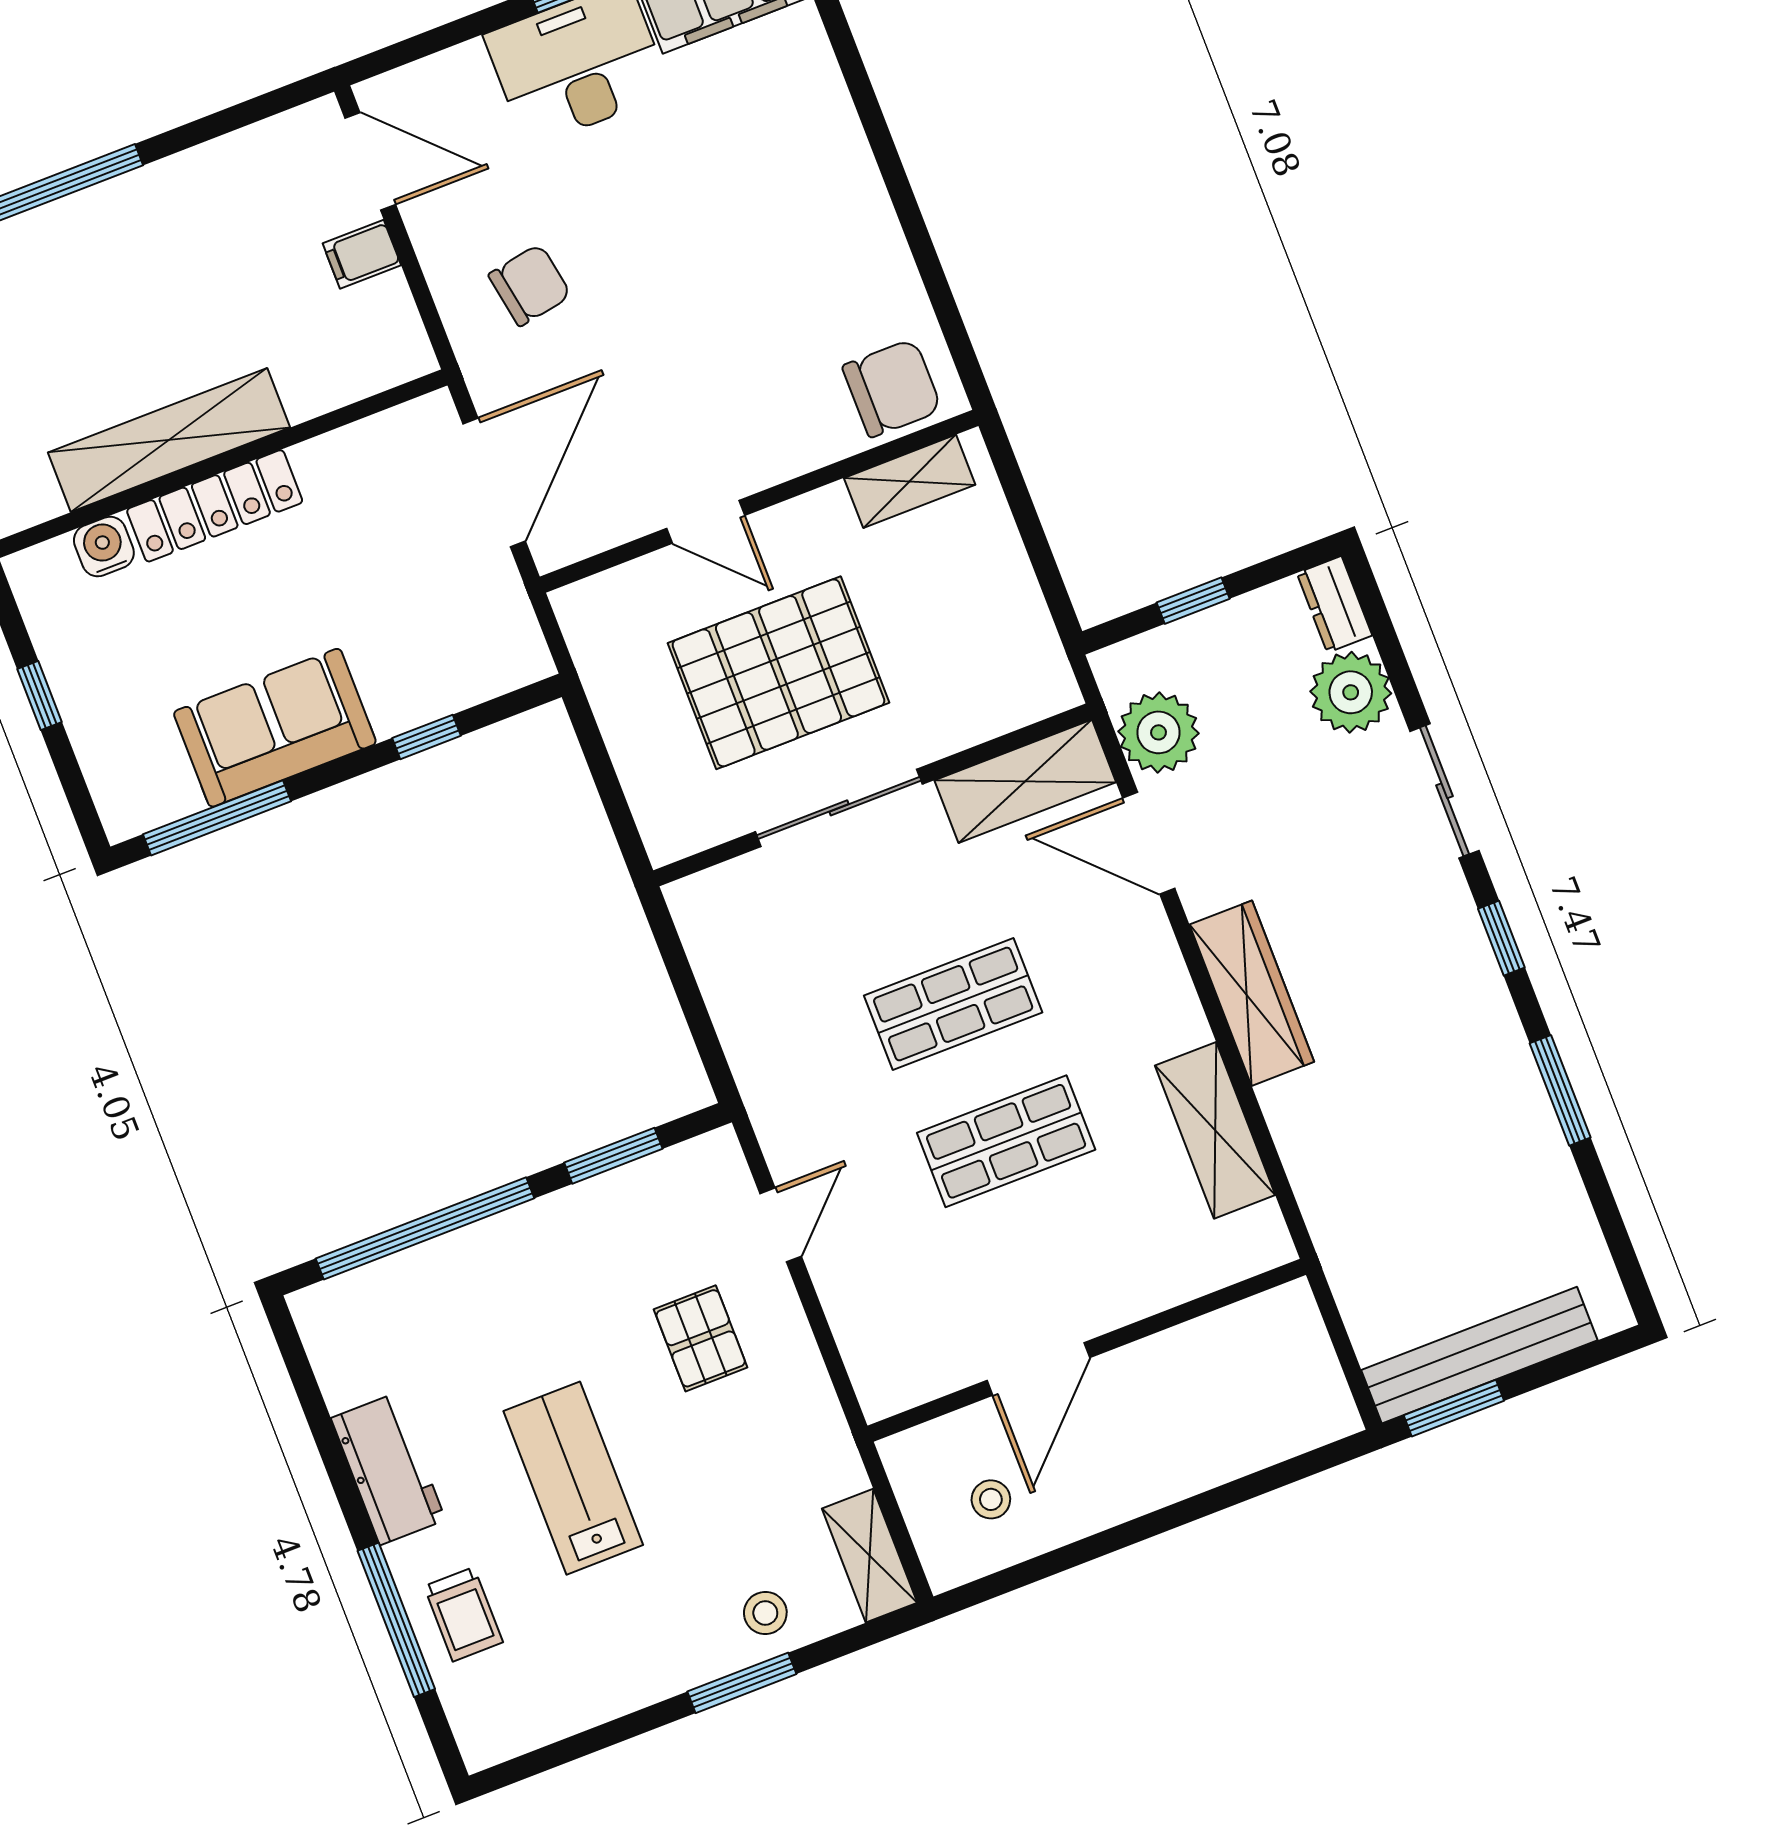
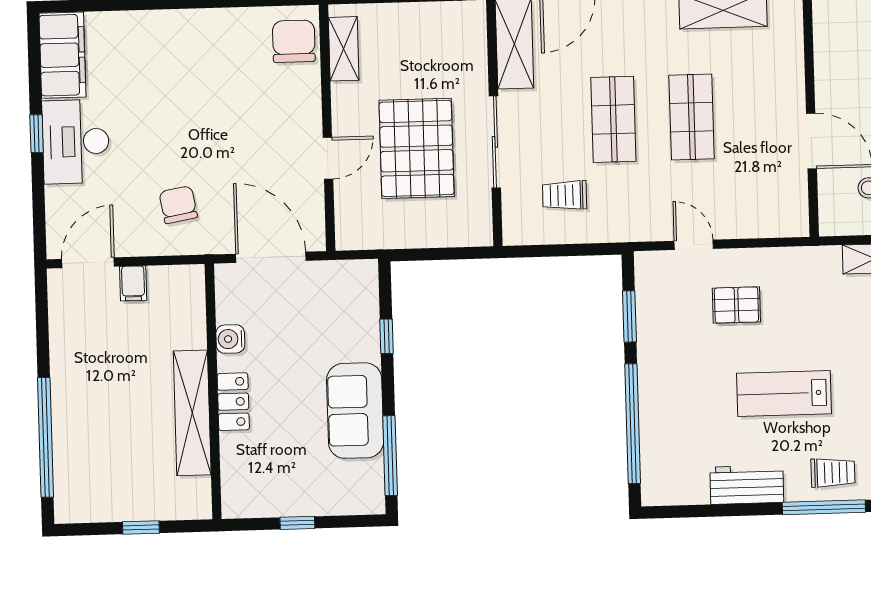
locker: (215, 506) -> (233, 402), width x0.66
water cooler: (104, 547) -> (230, 339), moved
trolley: (788, 965) -> (565, 195), added

